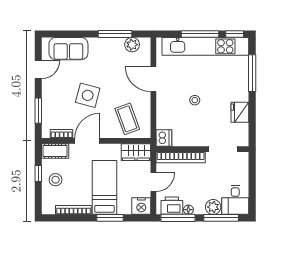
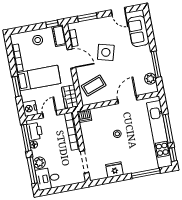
window: (38, 174) -> (52, 24), moved
door: (153, 182) -> (50, 114), swing flipped

